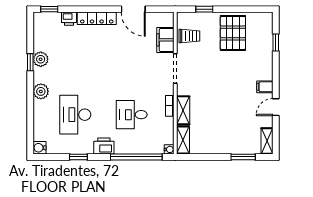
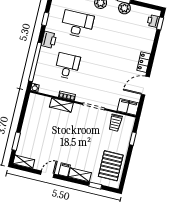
locker: (97, 18) -> (144, 62), width x0.66
printer: (69, 19) -> (153, 21), moved
pallet: (233, 33) -> (111, 166), moved, turned 90
filing cabinet: (165, 40) -> (128, 107), moved
door: (276, 107) -> (47, 174), hinge flipped
shelving: (183, 140) -> (80, 175), moved

